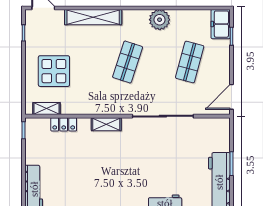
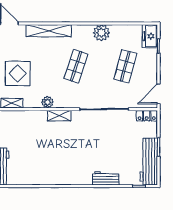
plant: (91, 107) -> (47, 102), added
locker: (64, 124) -> (147, 116), moved

